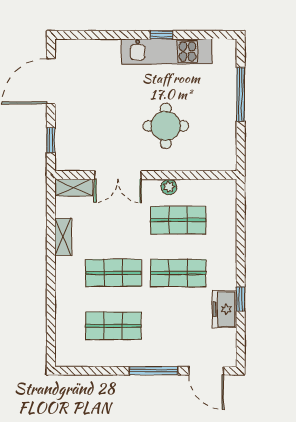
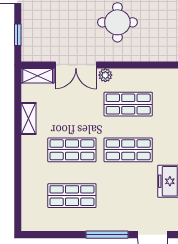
plant: (169, 187) -> (105, 75), moved

